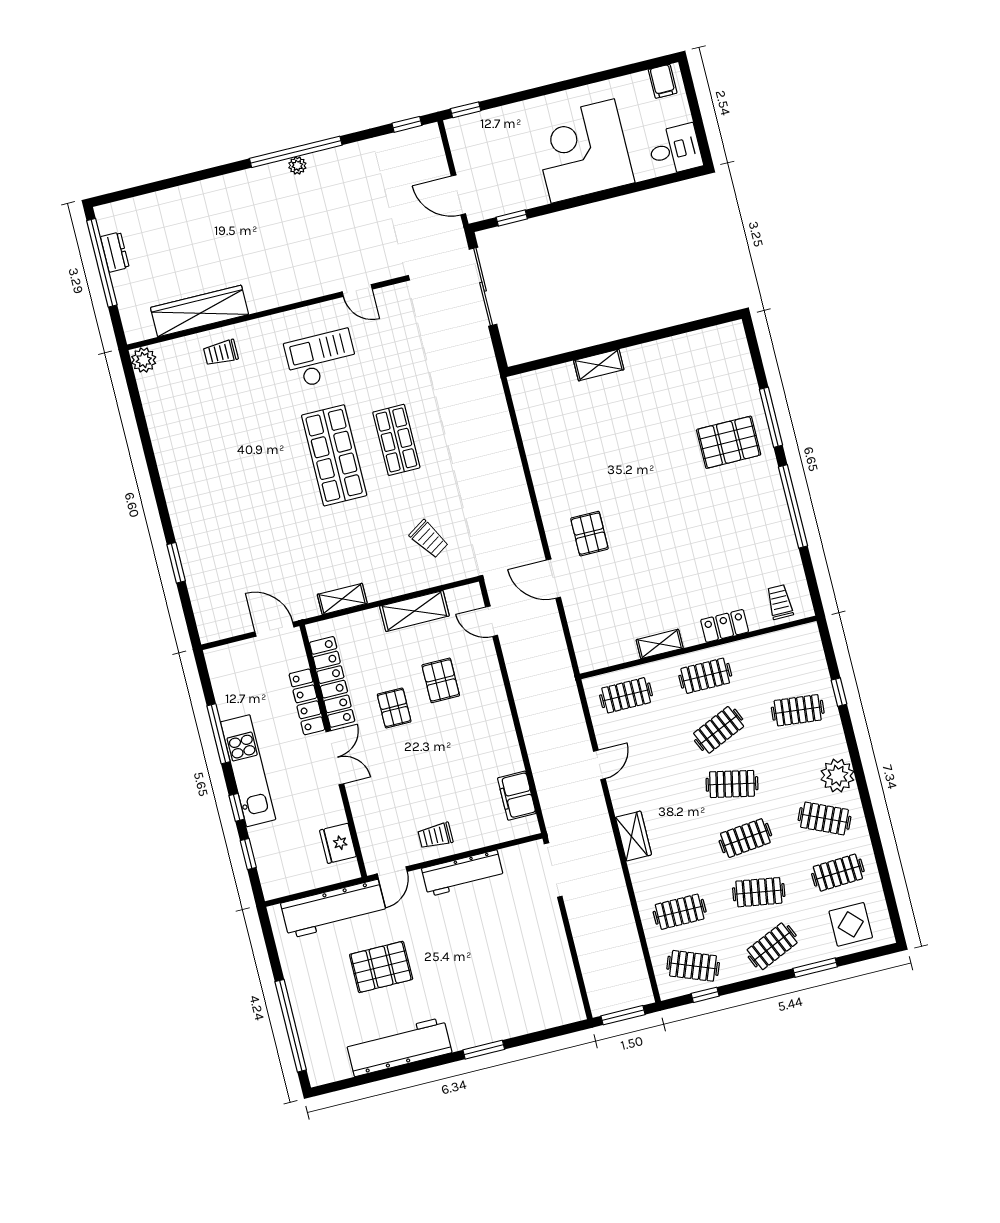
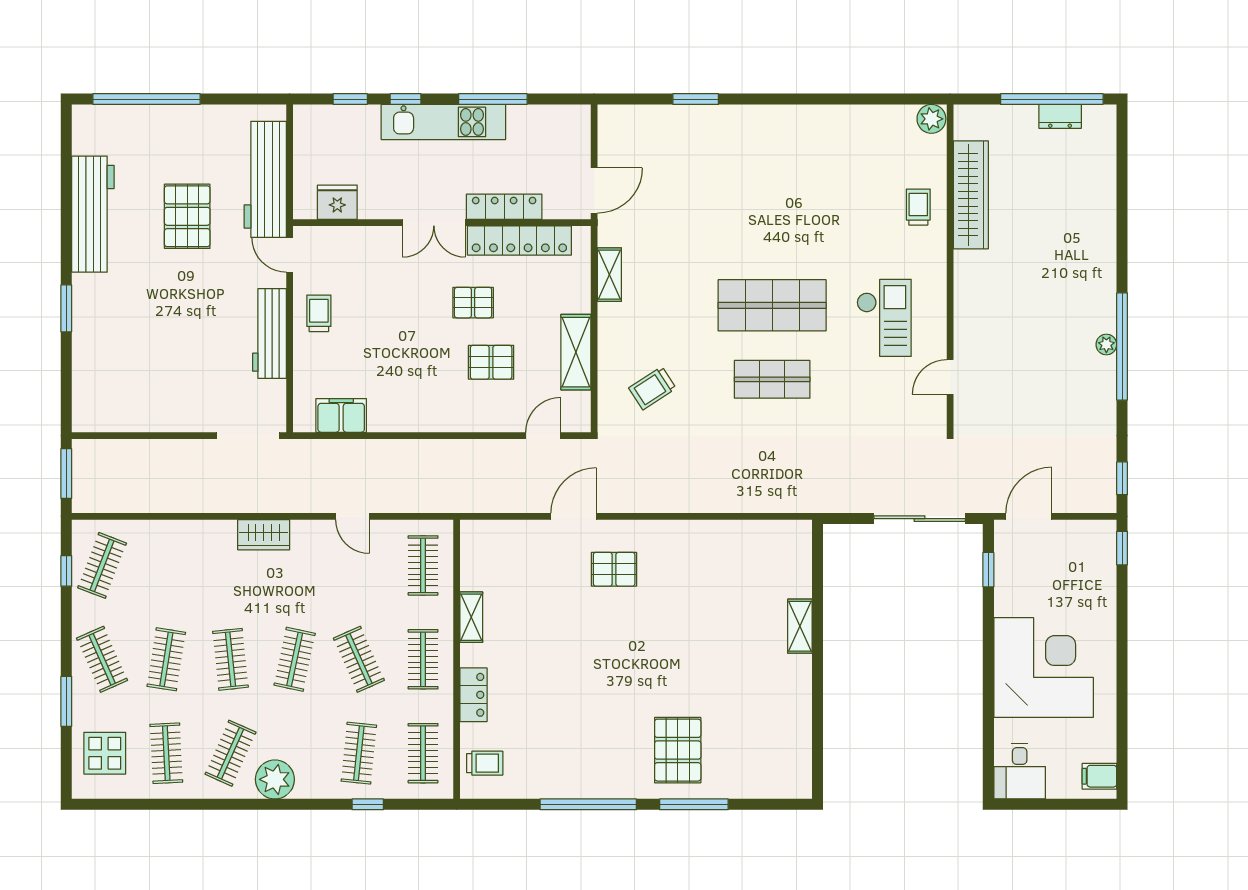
clothes rail: (680, 912) -> (423, 753), moved

